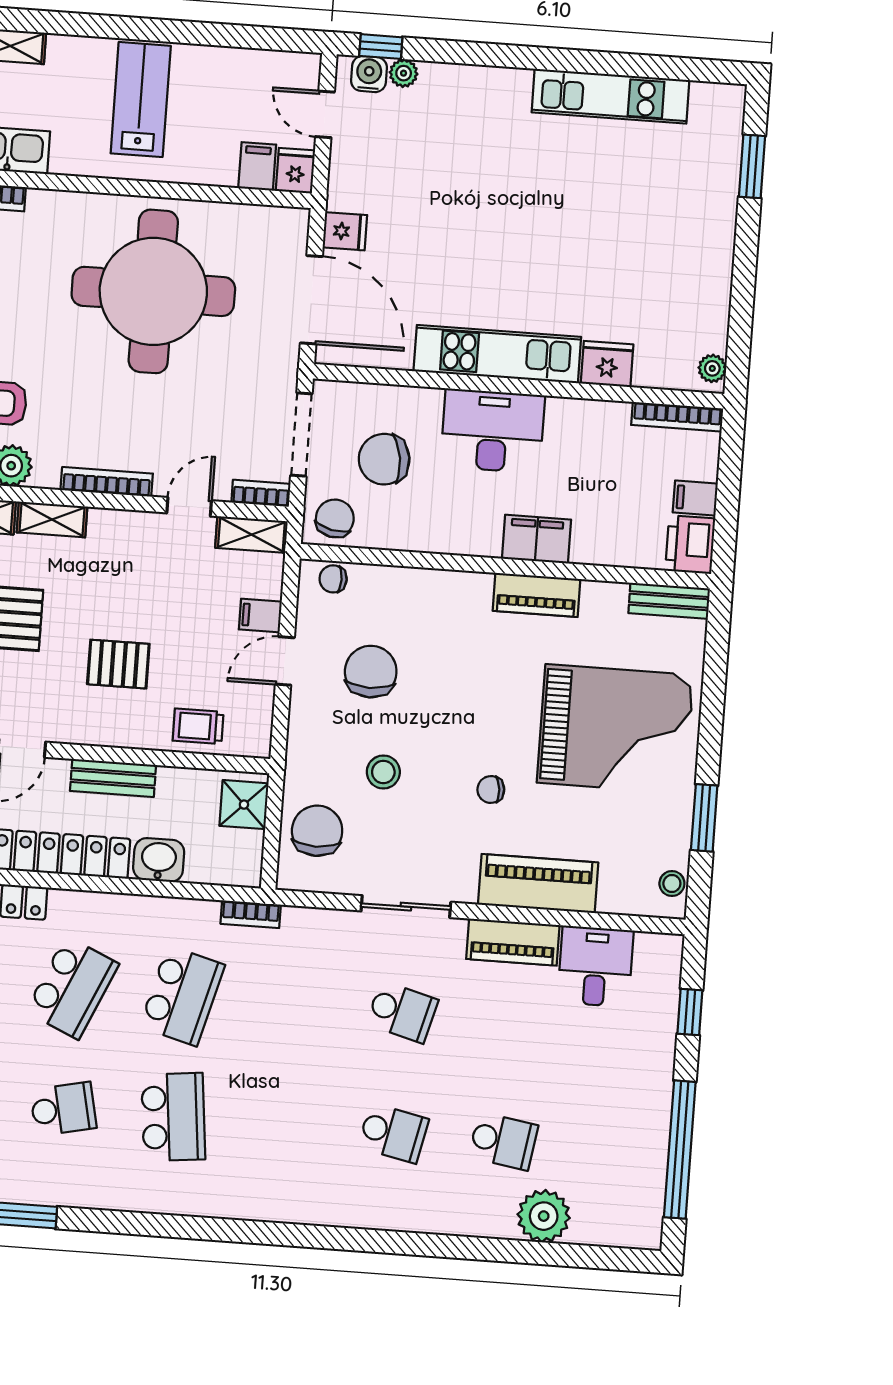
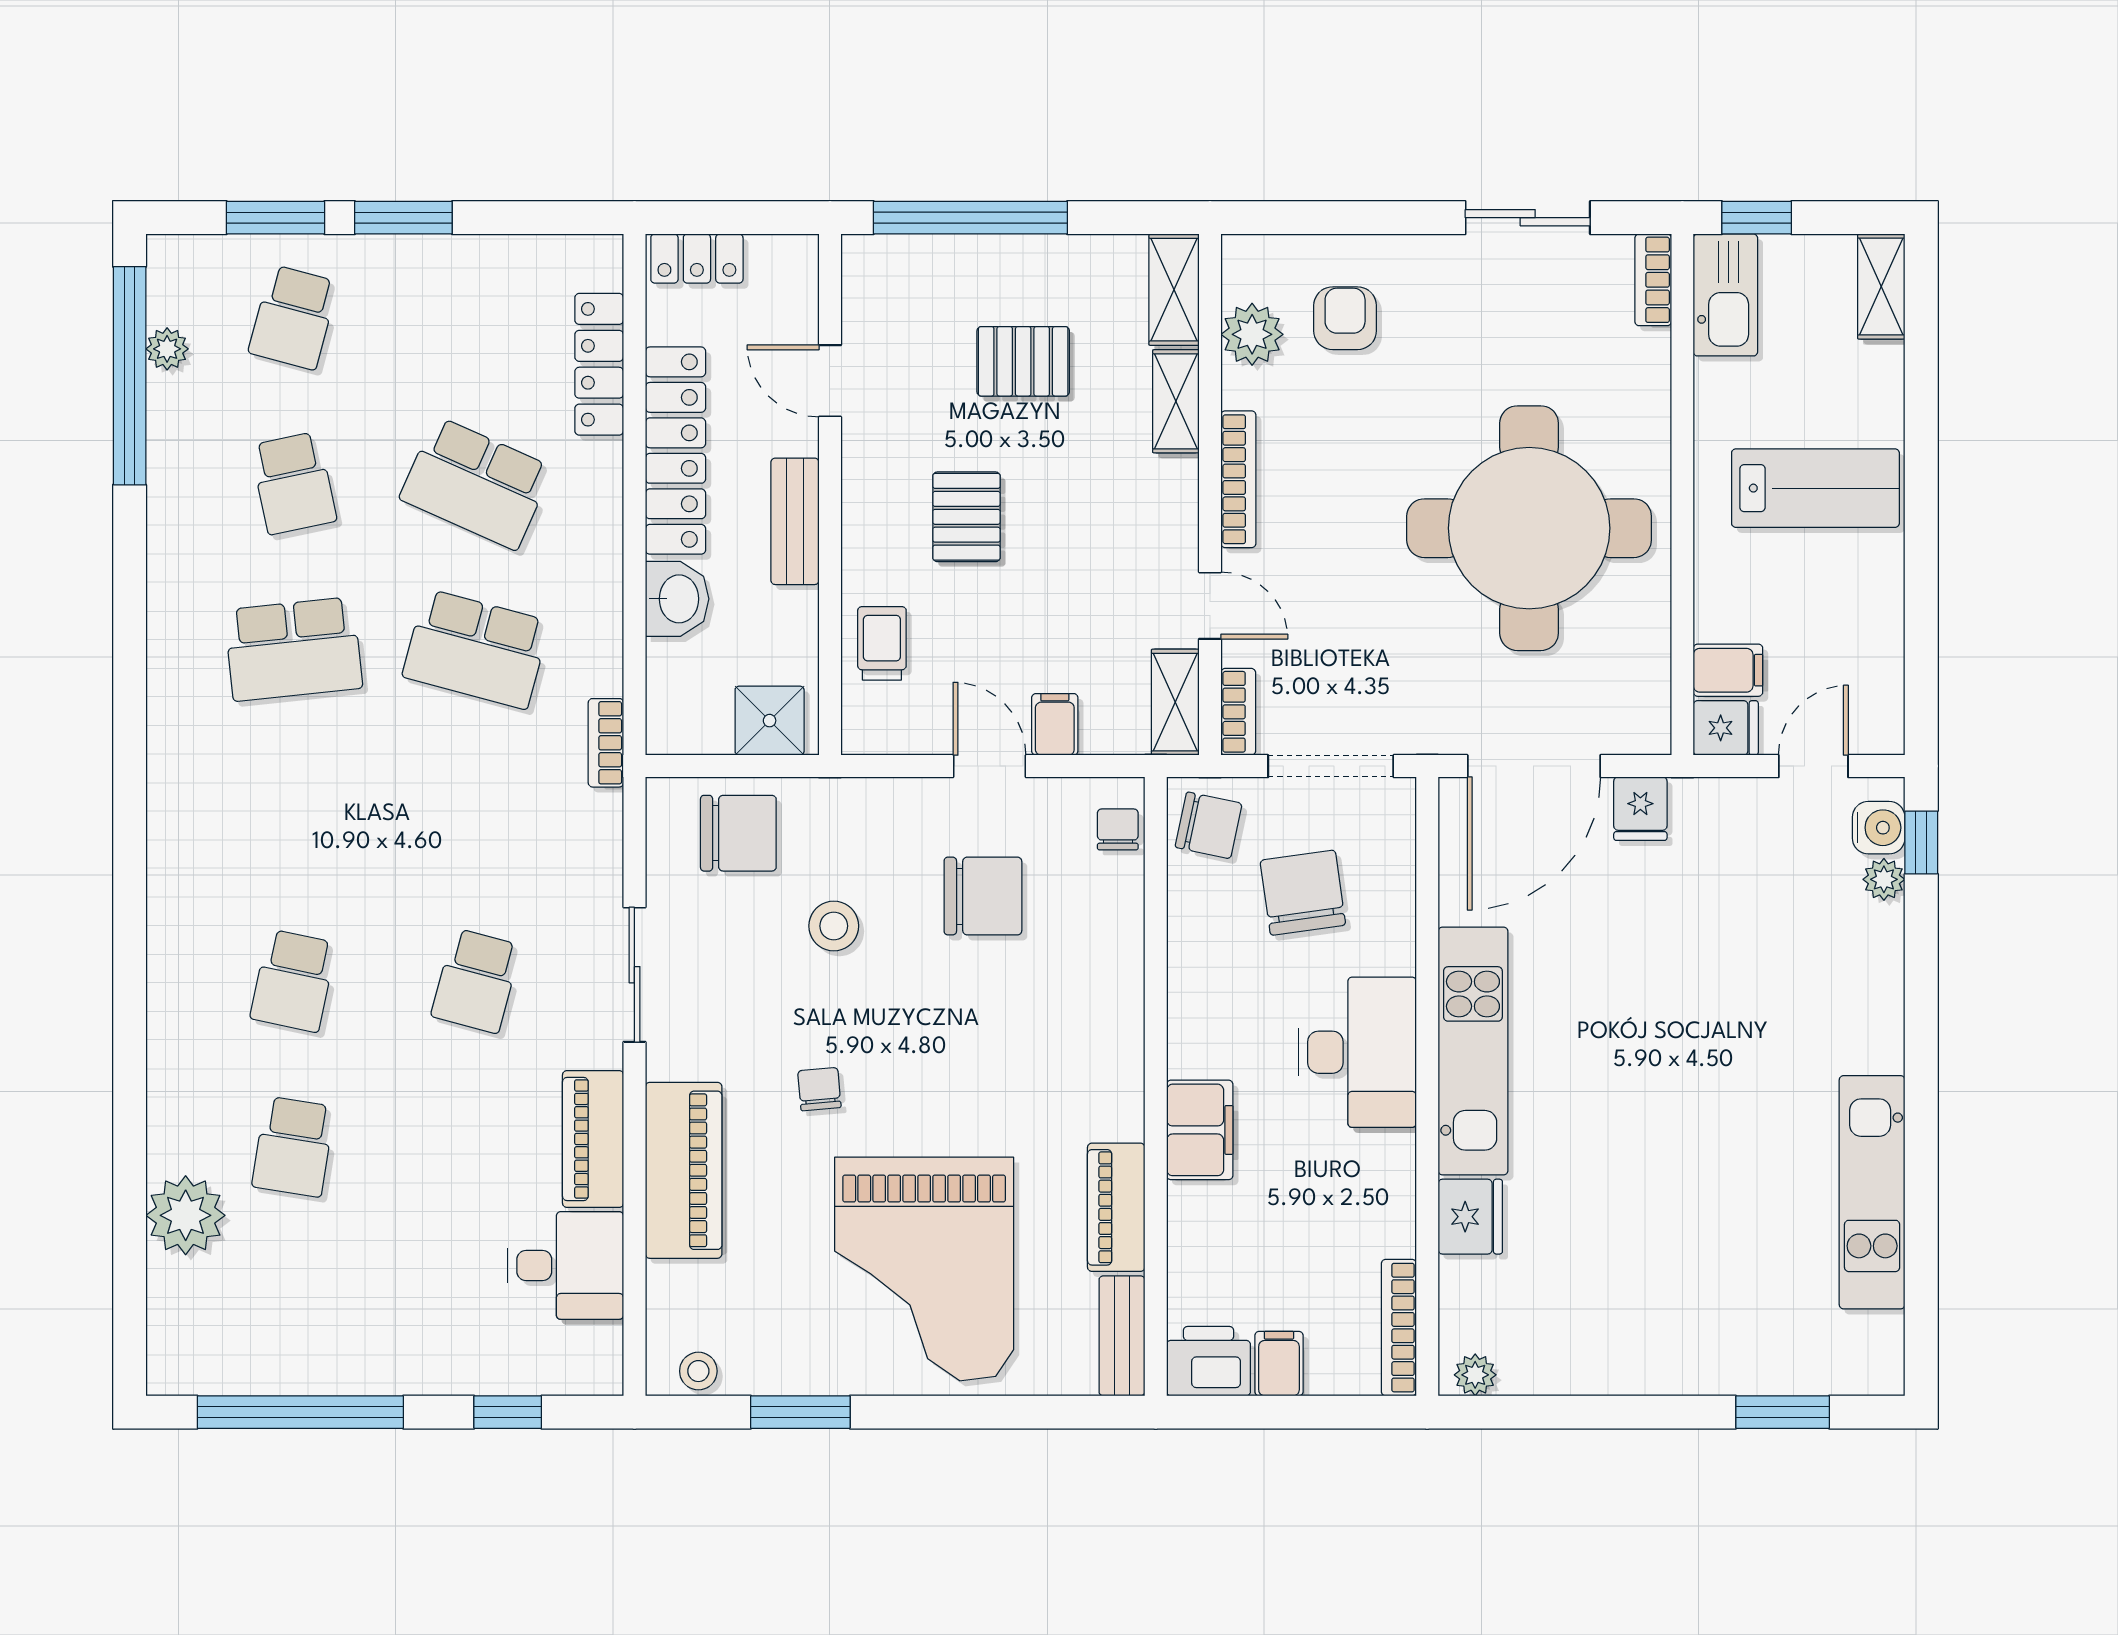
piano: (536, 595) -> (1116, 1207), moved

